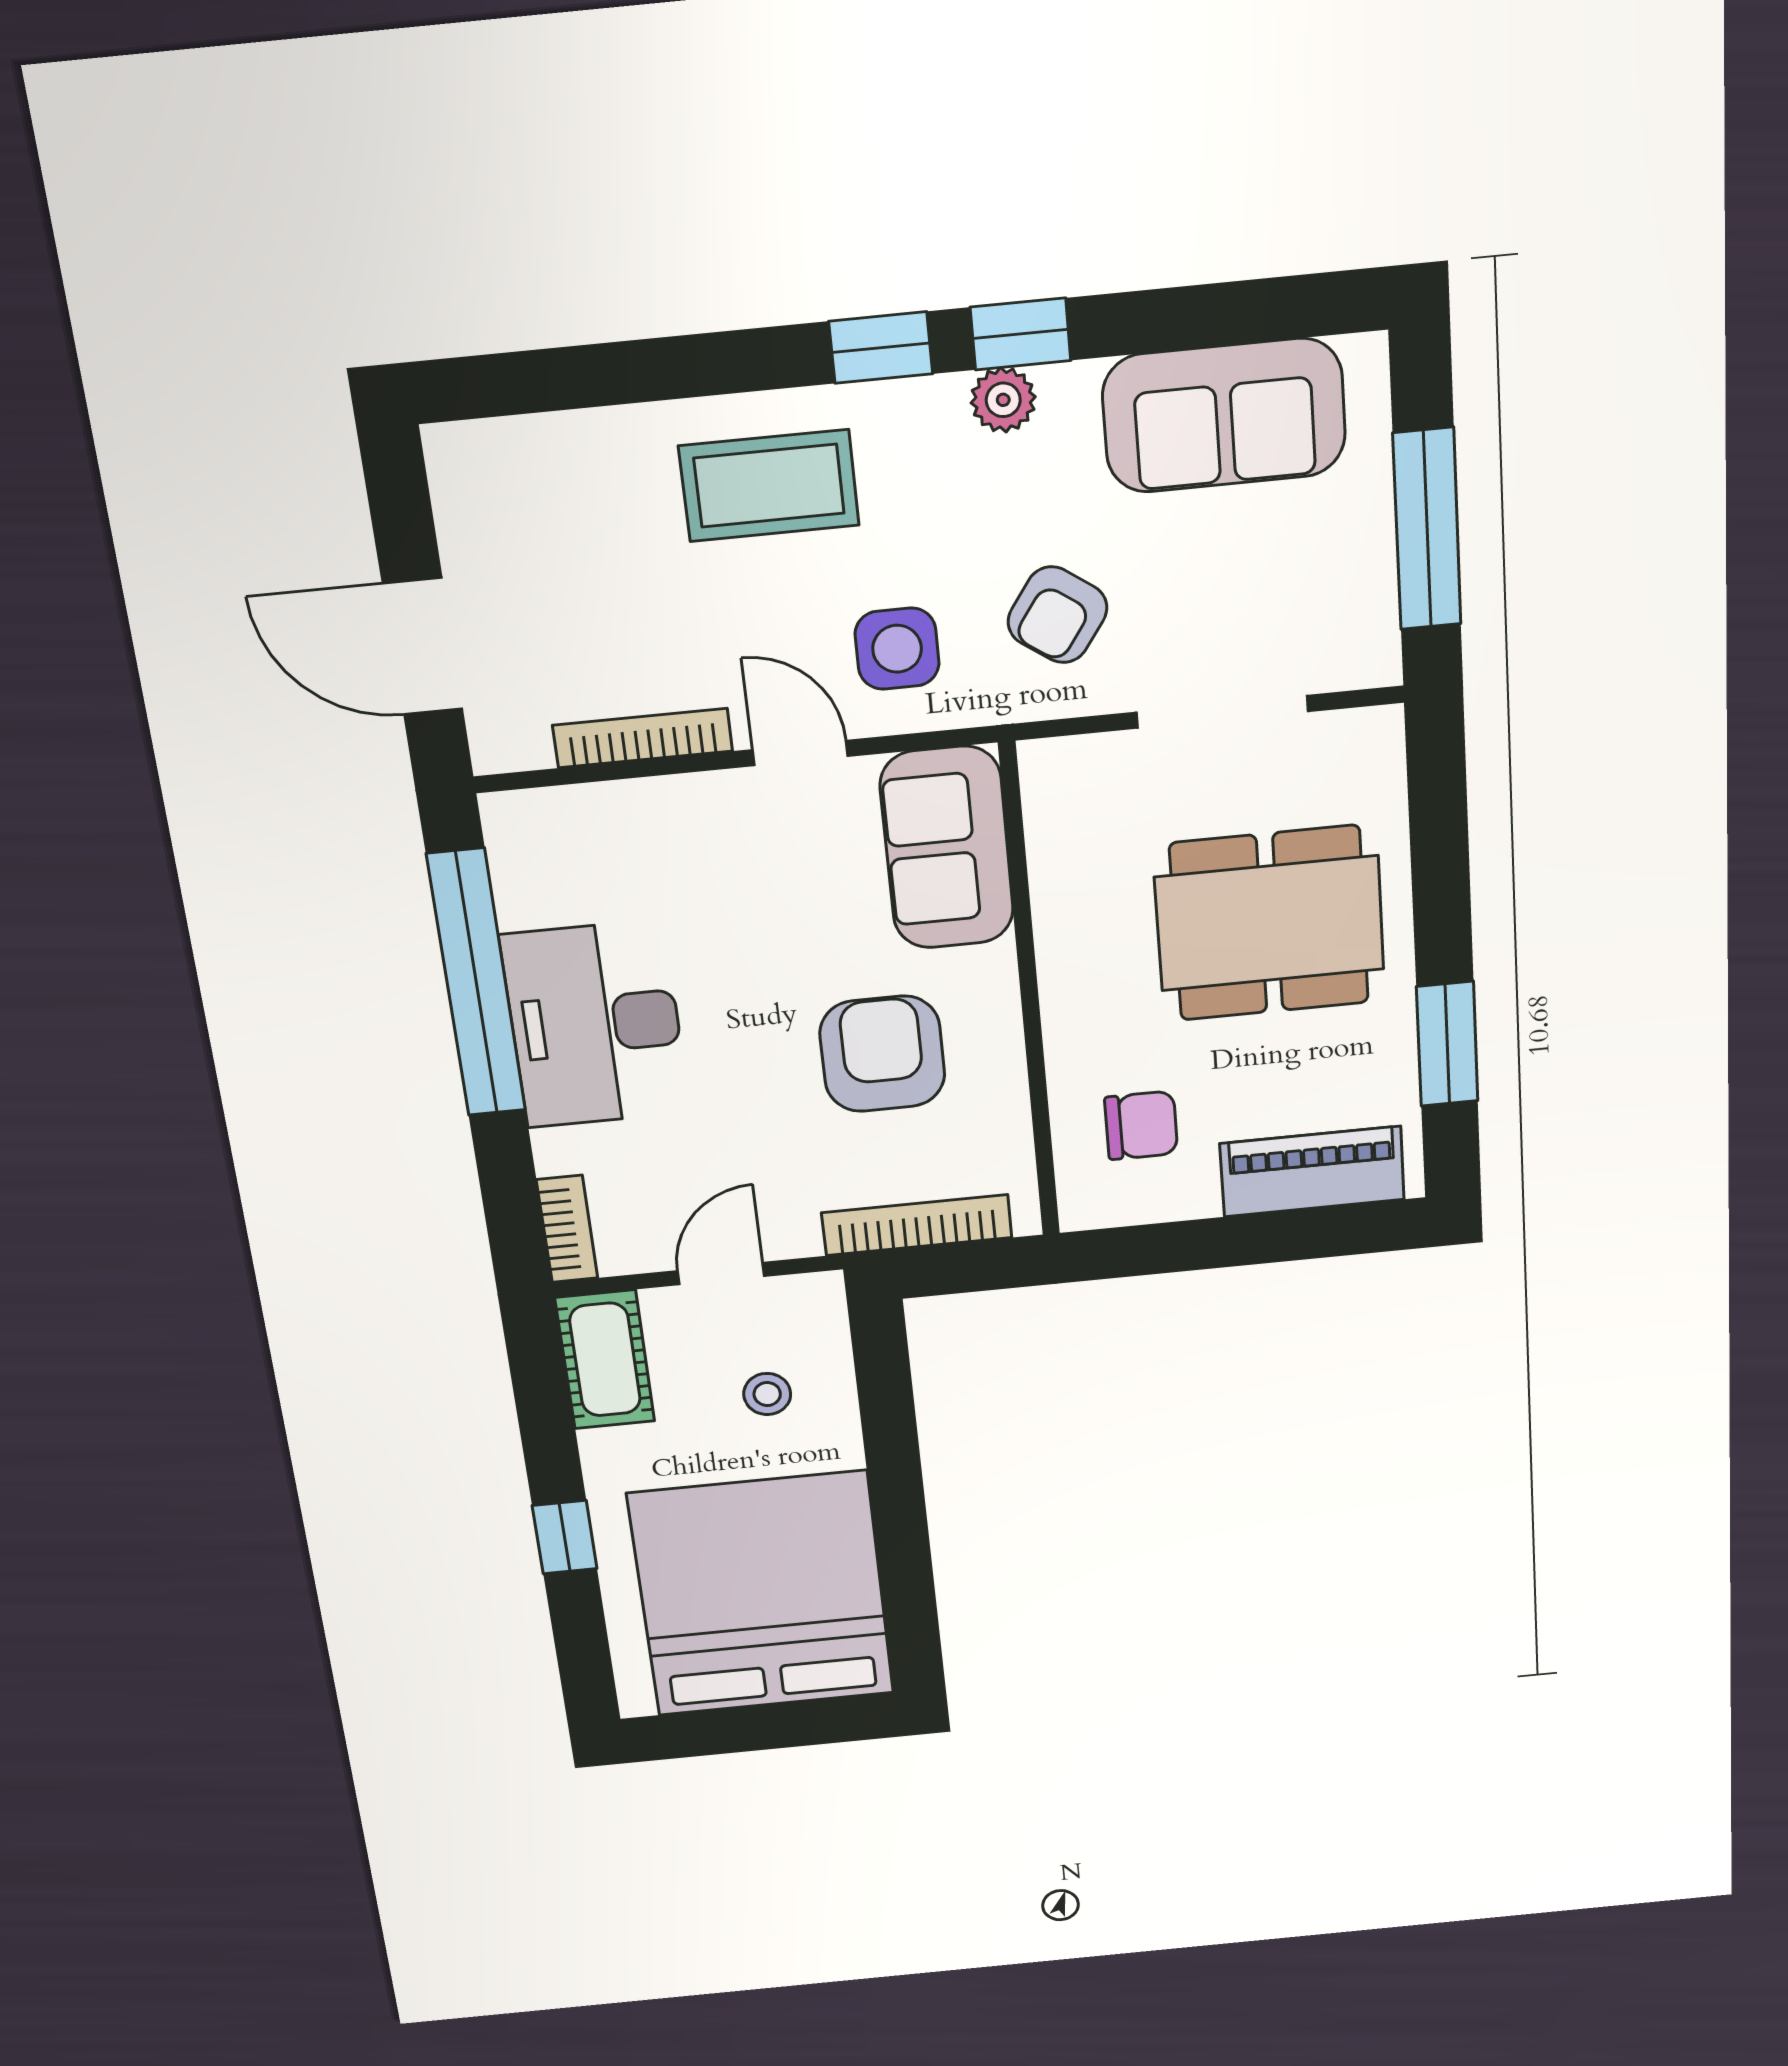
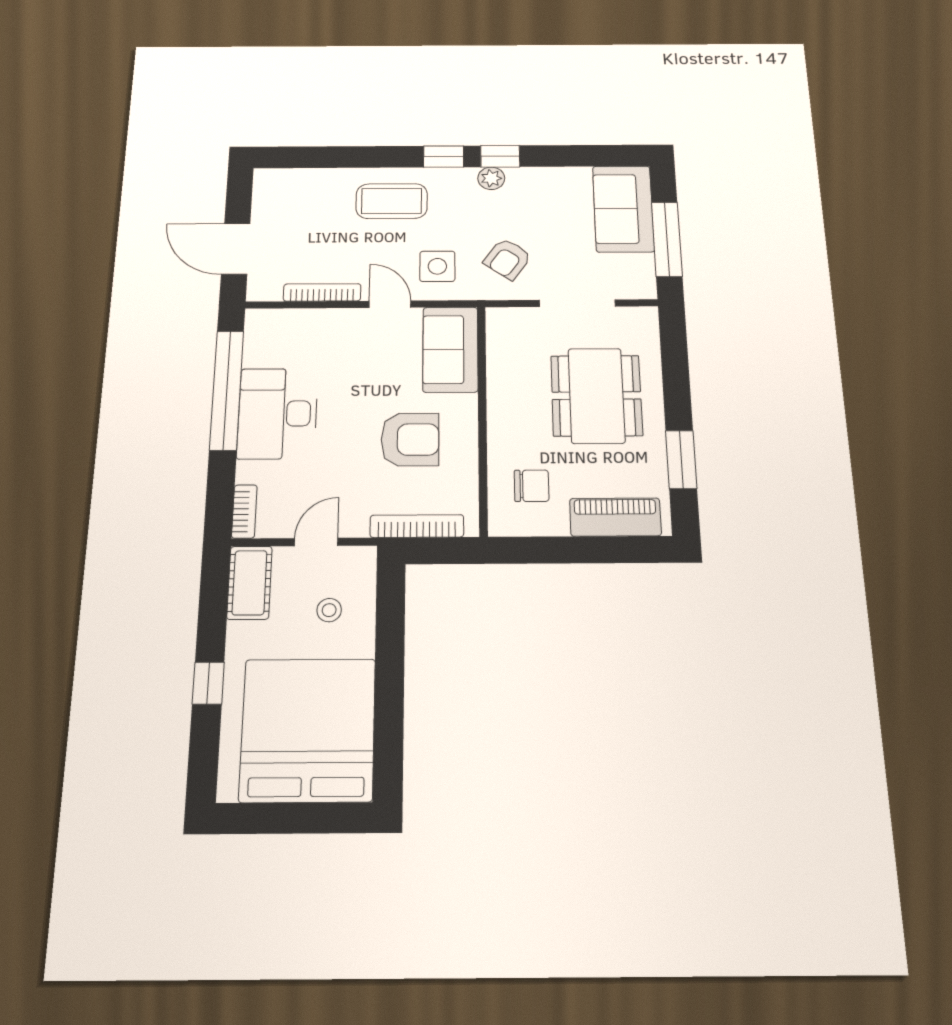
sofa: (1224, 415) -> (623, 209), moved, turned 90
dining table: (1270, 923) -> (596, 396), turned 90
armchair: (882, 1054) -> (410, 440), turned 90

